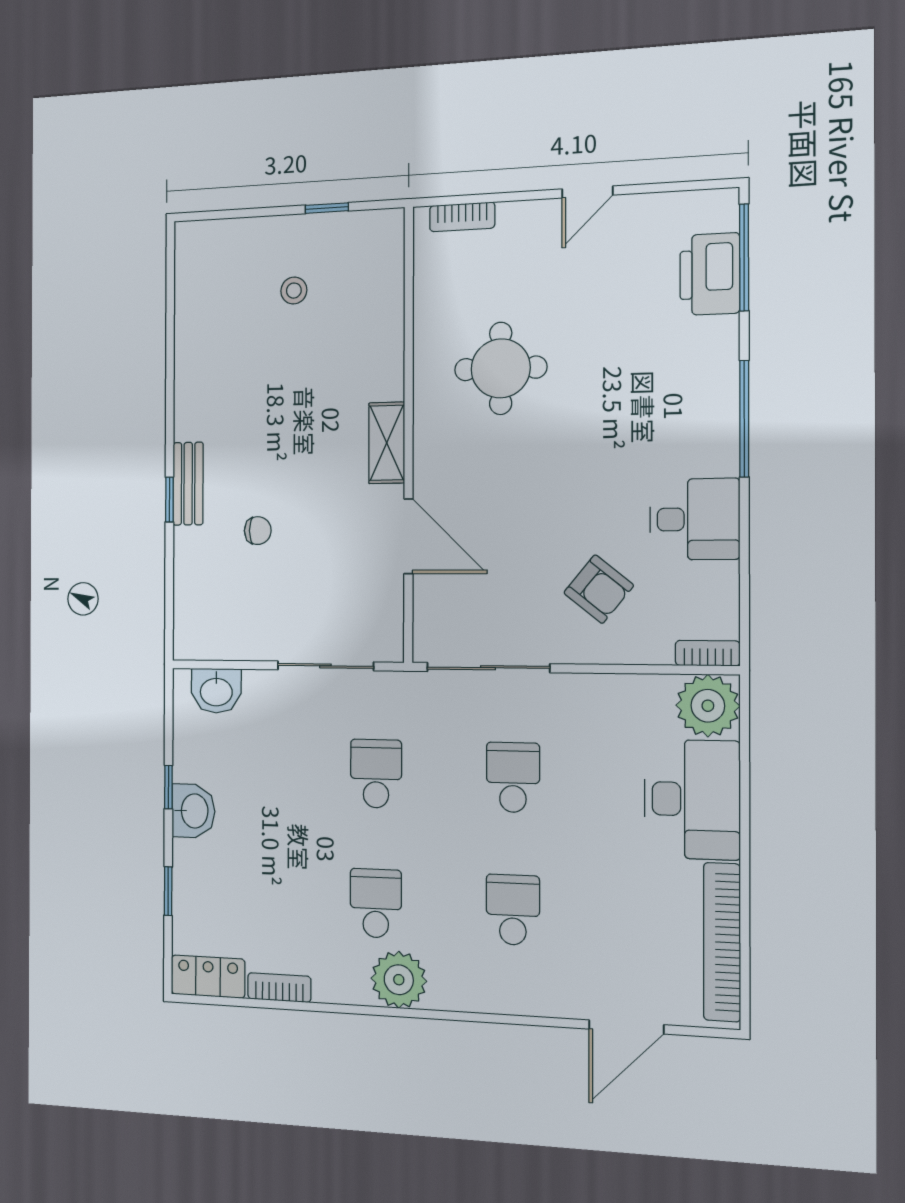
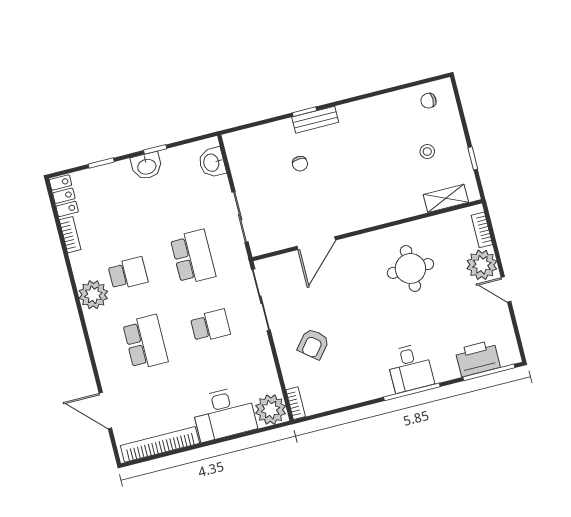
plant: (528, 230) -> (482, 265), added
chair: (205, 269) -> (428, 101), added
shelving: (387, 443) -> (446, 198), moved
desk: (695, 519) -> (410, 368), moved
school desk: (376, 774) -> (193, 257), width x1.85
school desk: (513, 910) -> (145, 342), width x1.85

